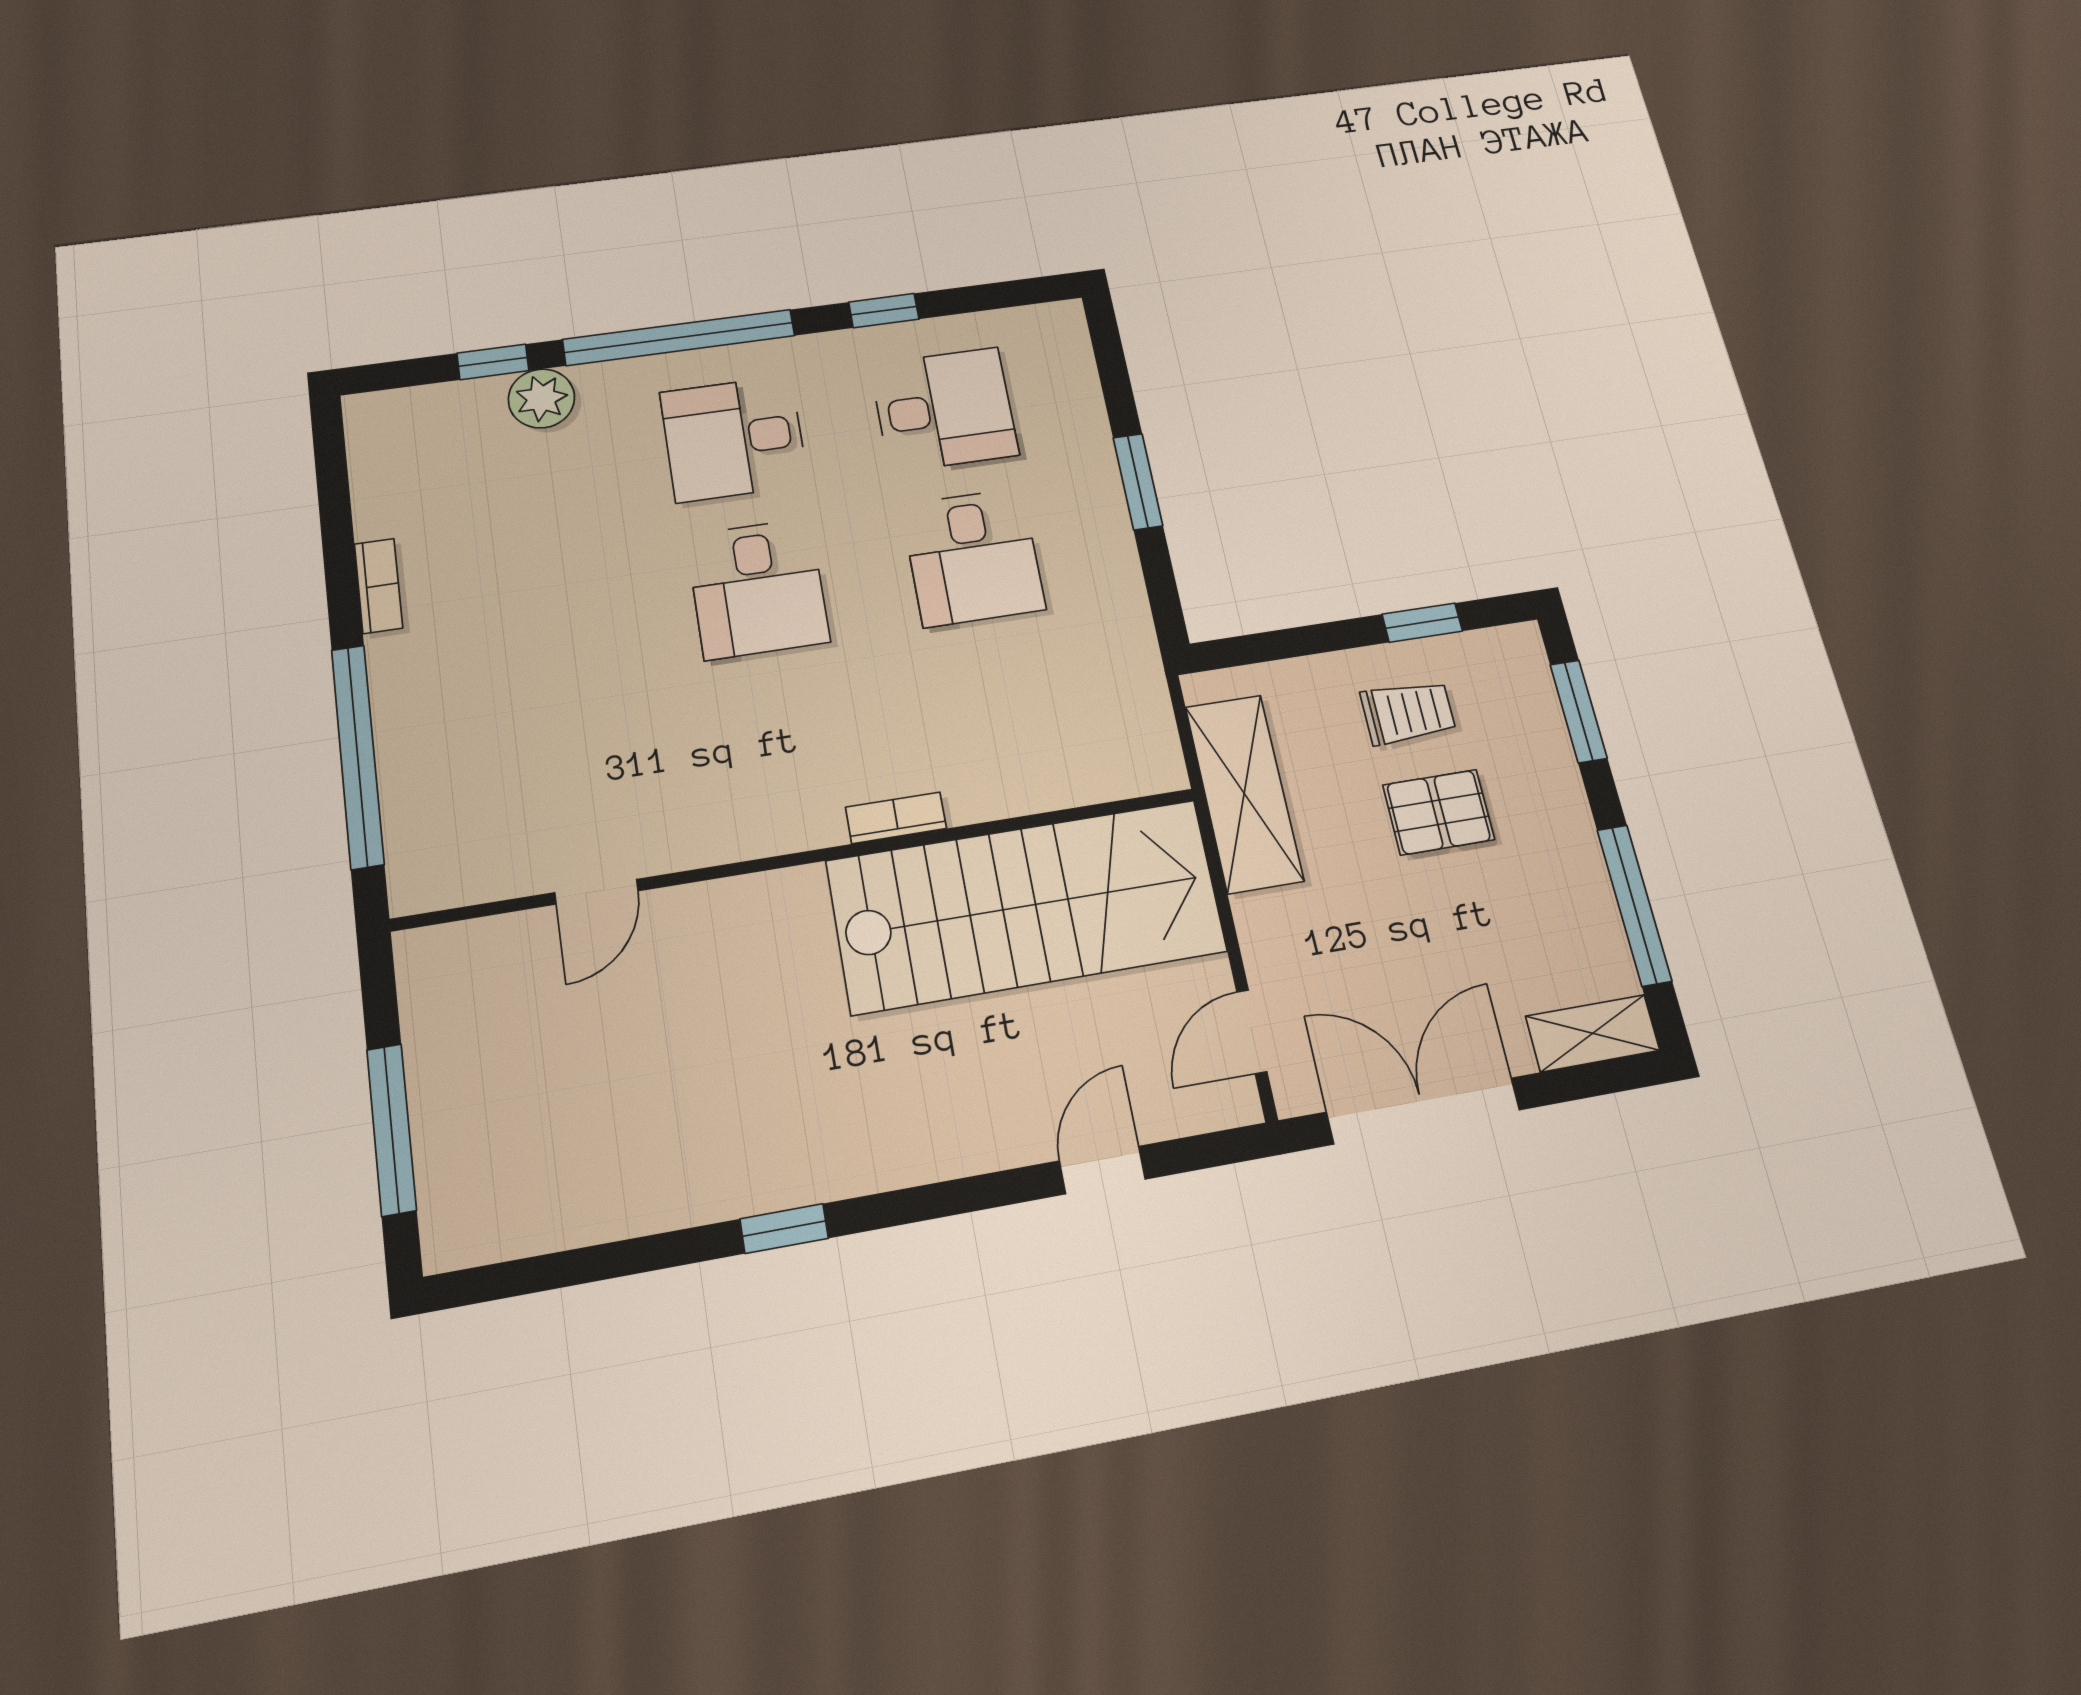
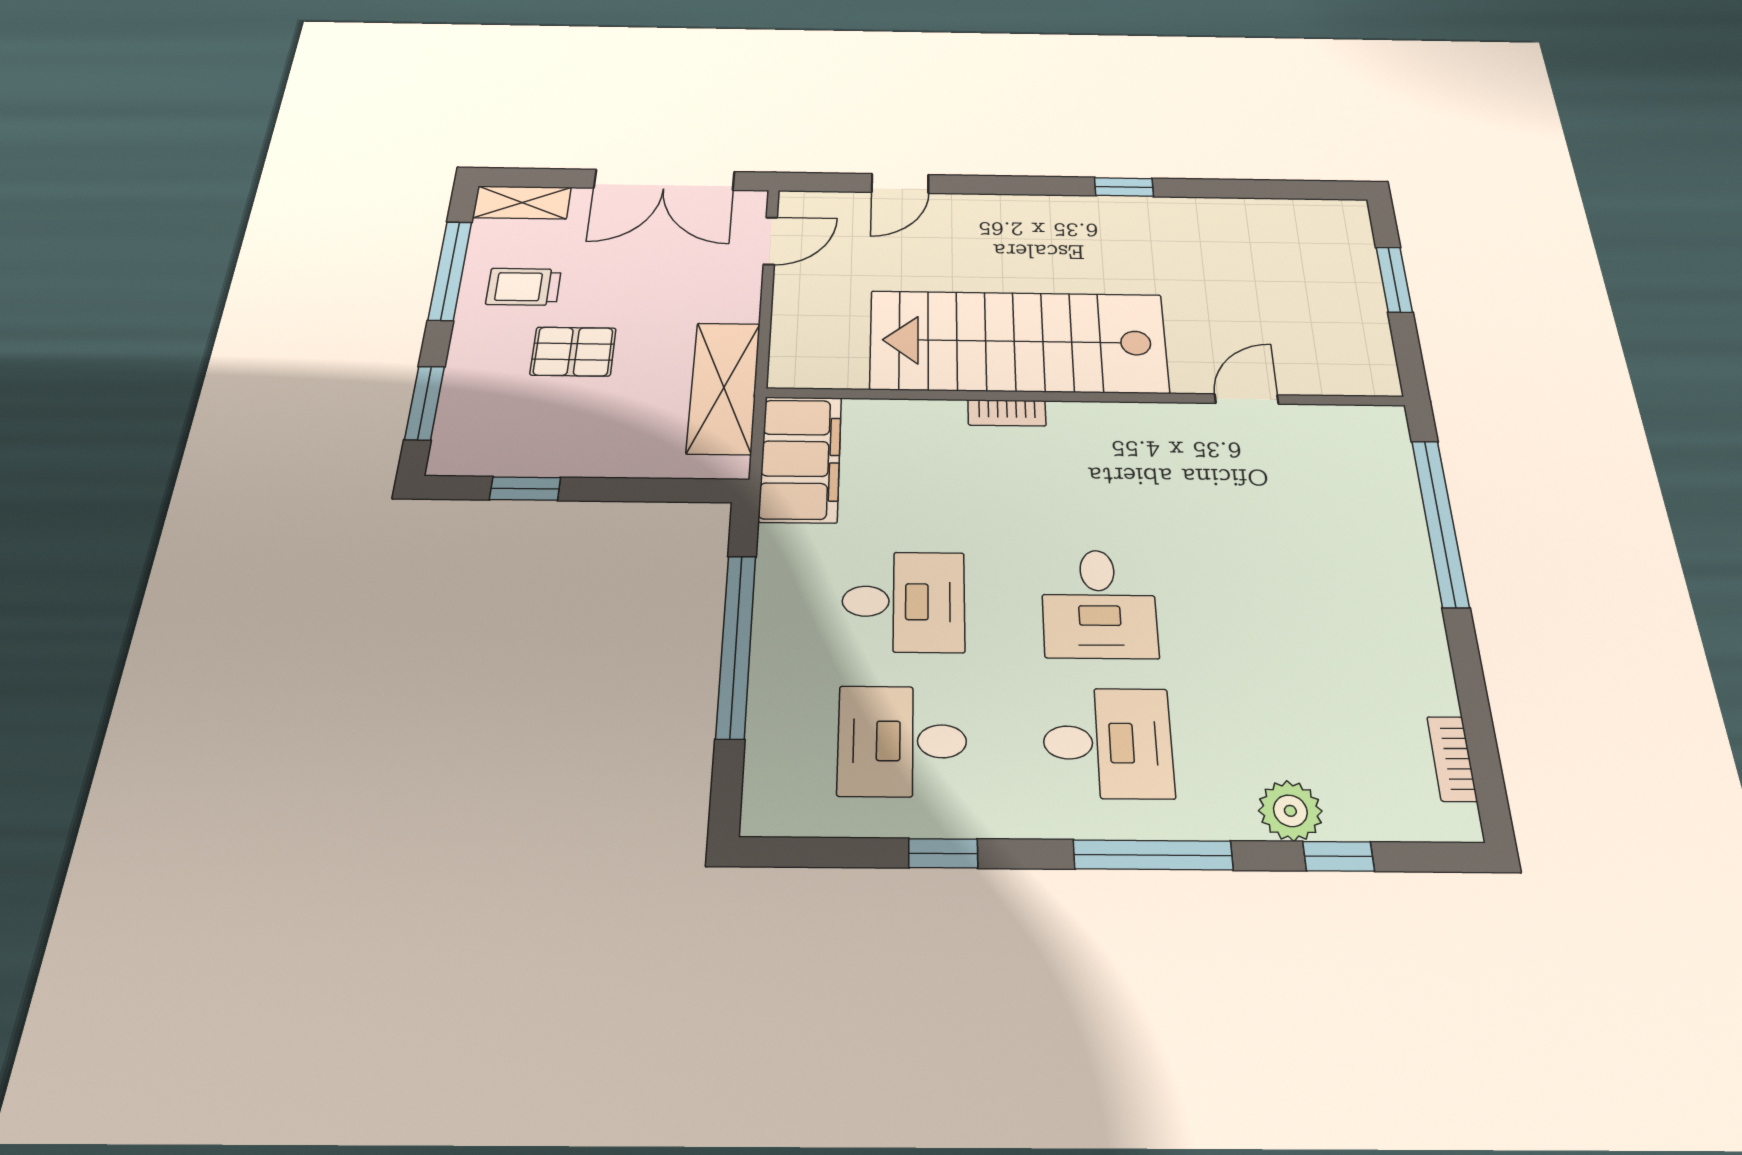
window: (679, 338) -> (1153, 855), width x0.68
window: (1138, 482) -> (736, 645), width x2.11
desk: (973, 557) -> (903, 602), turned 90
bookcase: (378, 586) -> (1452, 759), moved
desk: (758, 588) -> (1099, 604), turned 180
filing cabinet: (1128, 712) -> (800, 459), added
trolley: (1408, 712) -> (523, 287), moved
stairs: (1026, 906) -> (1018, 342), moved
window: (392, 1129) -> (1394, 279), width x0.69

